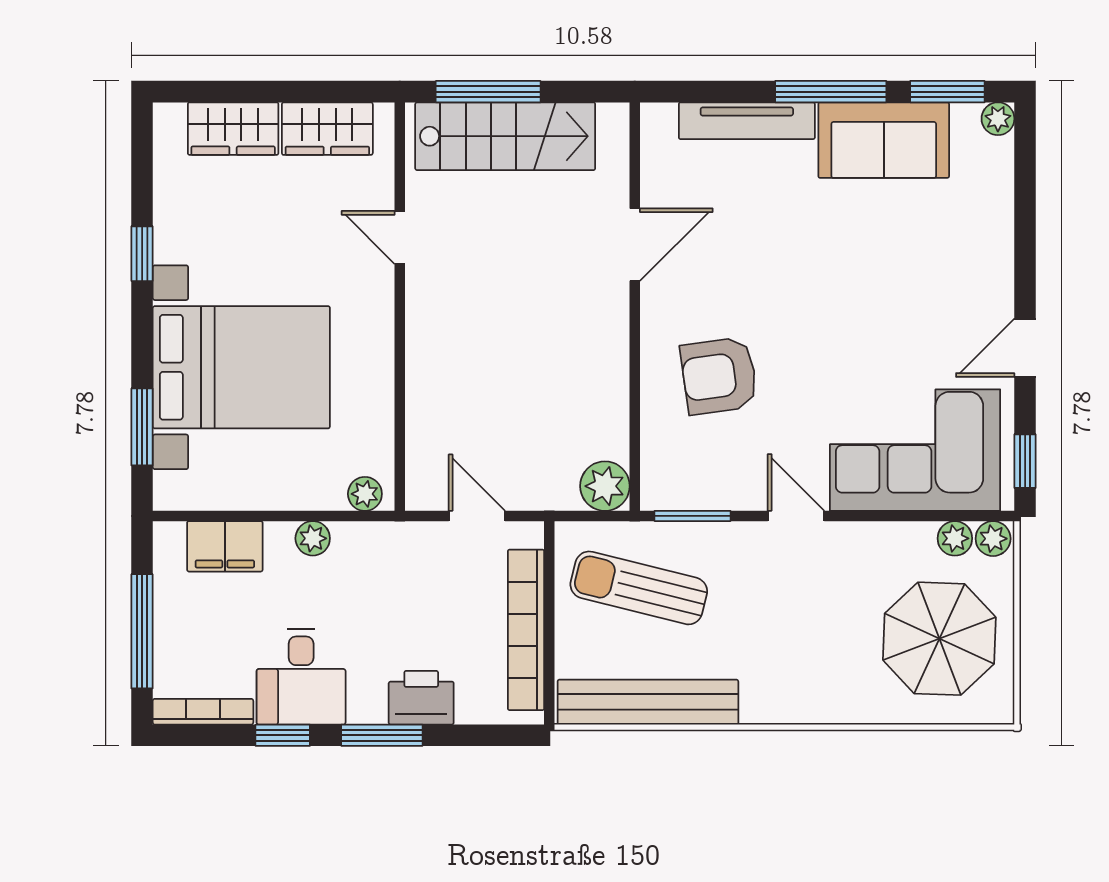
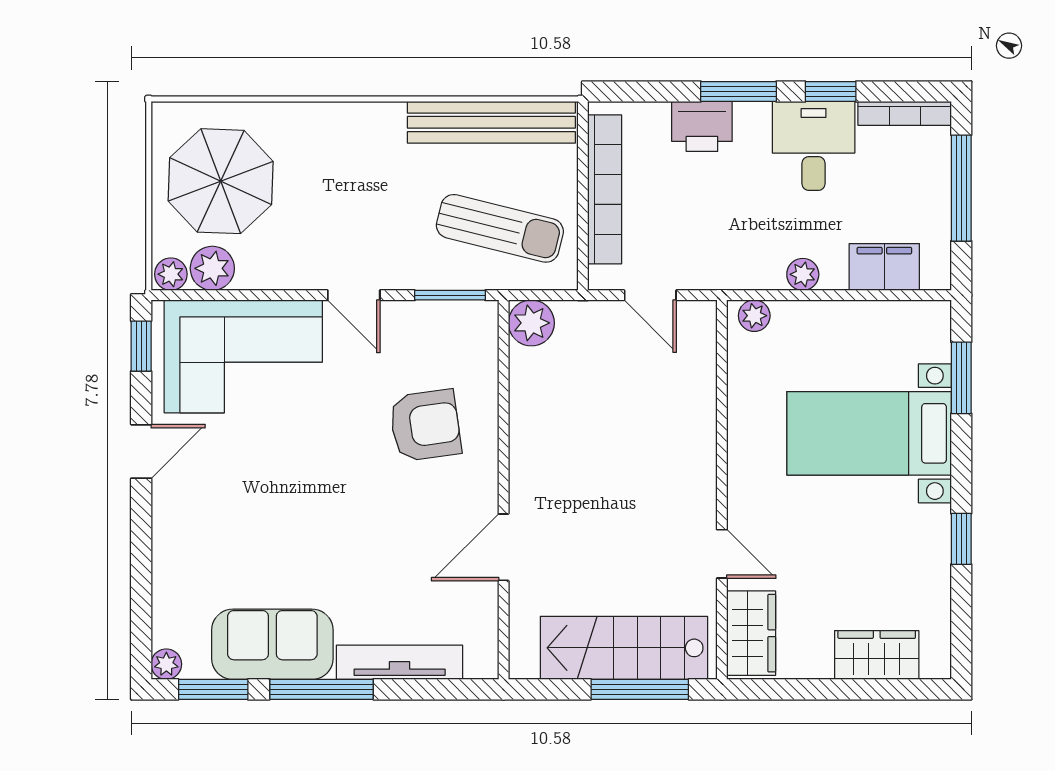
wardrobe: (327, 129) -> (751, 633), moved, turned 90
bed with nightstands: (241, 367) -> (869, 433), width x0.73
plant: (955, 538) -> (212, 268), width x1.38, depth x1.38

